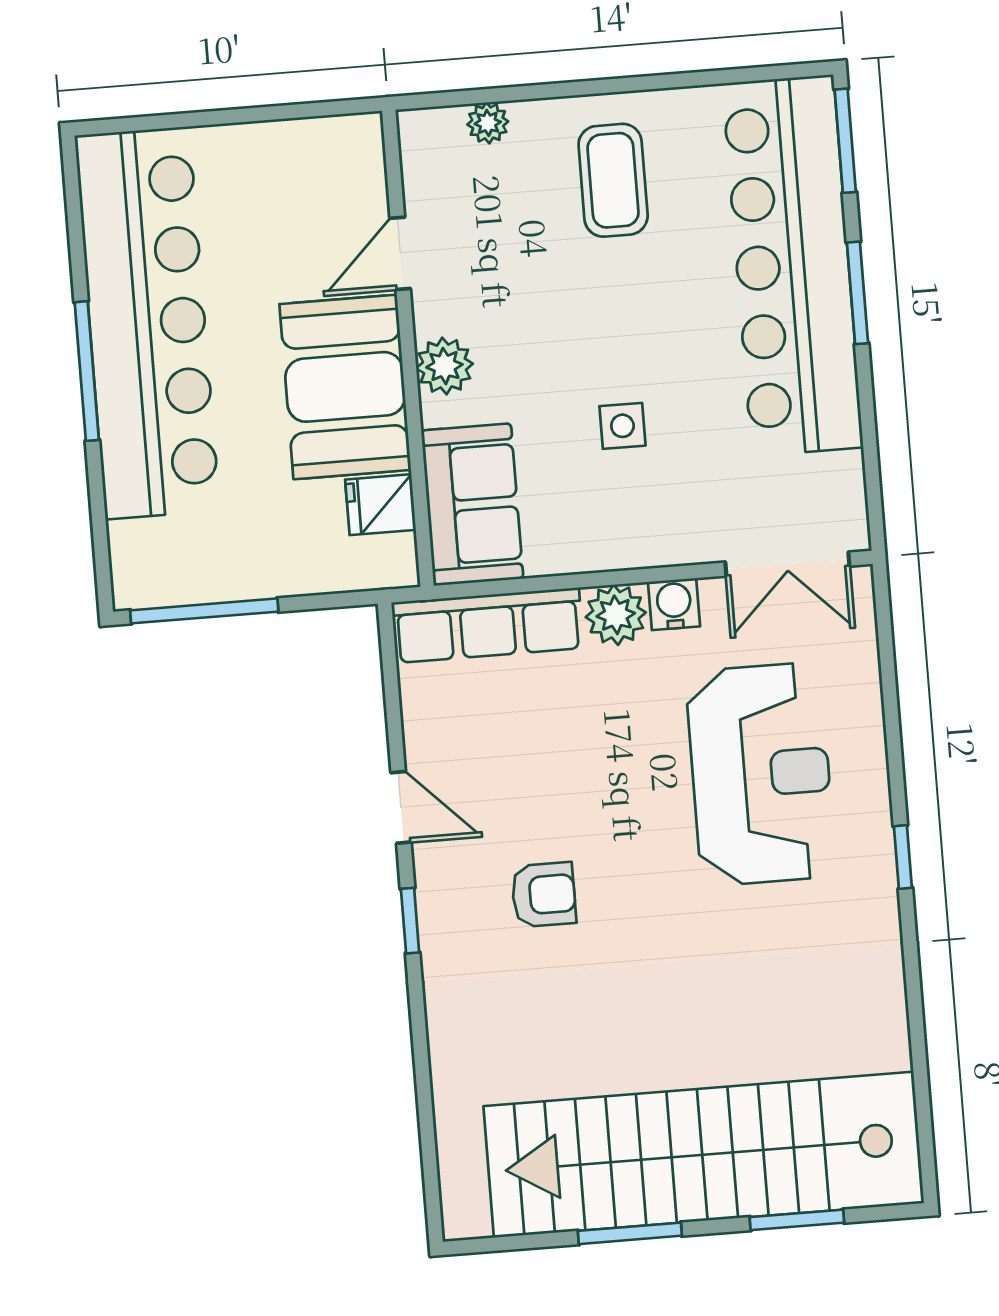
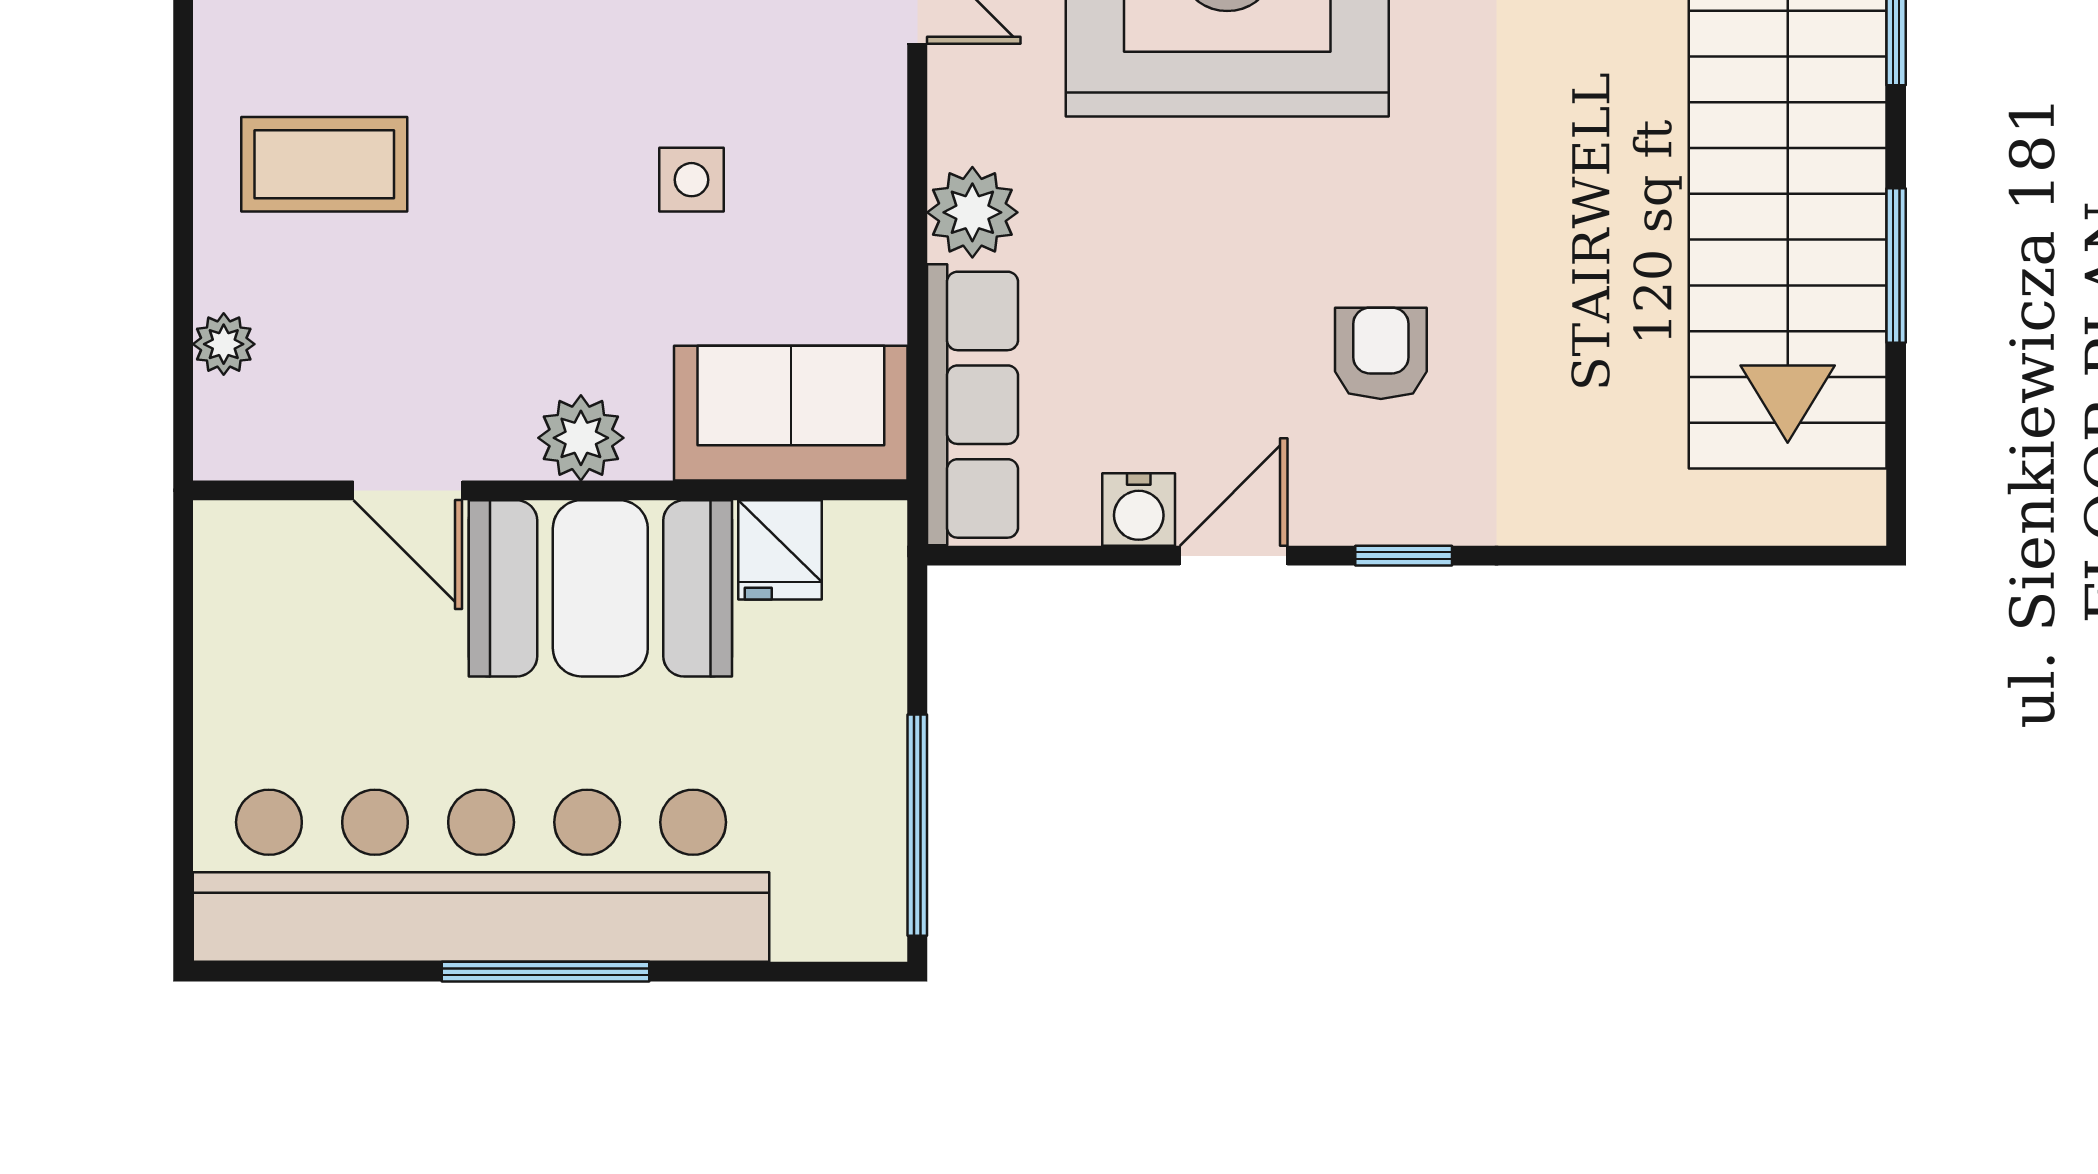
water cooler: (674, 604) -> (1139, 510), moved, turned -90

